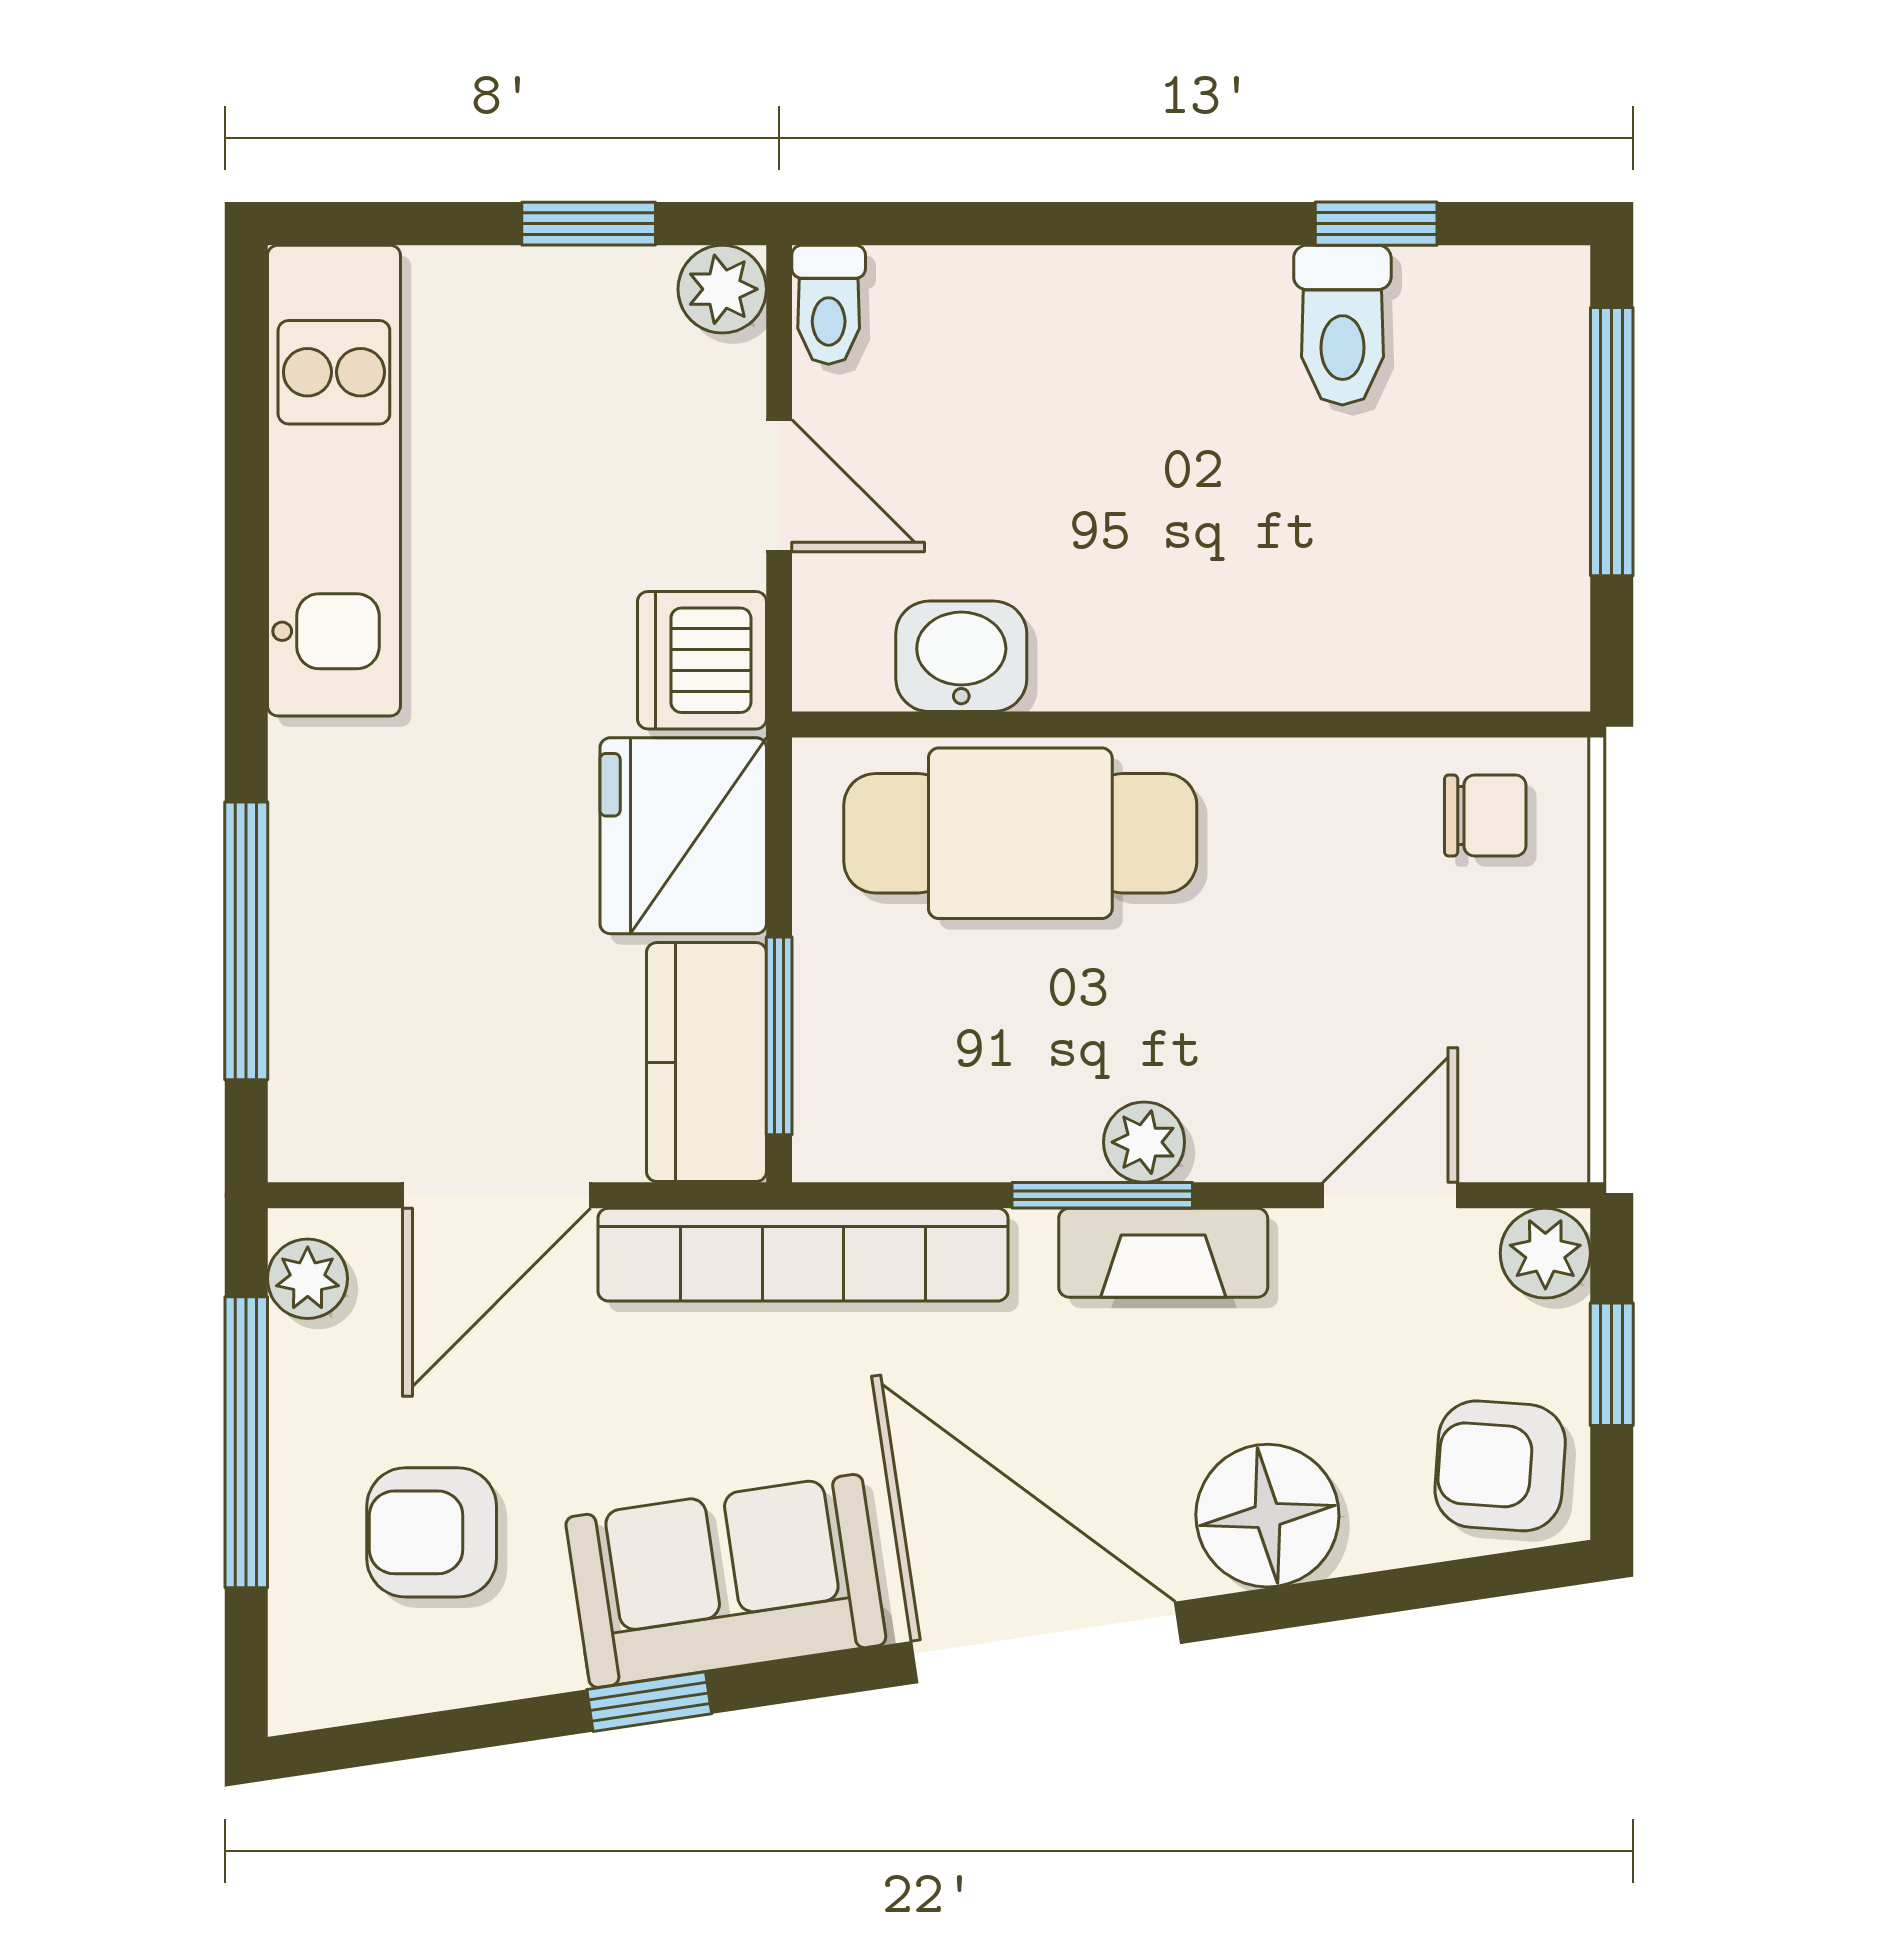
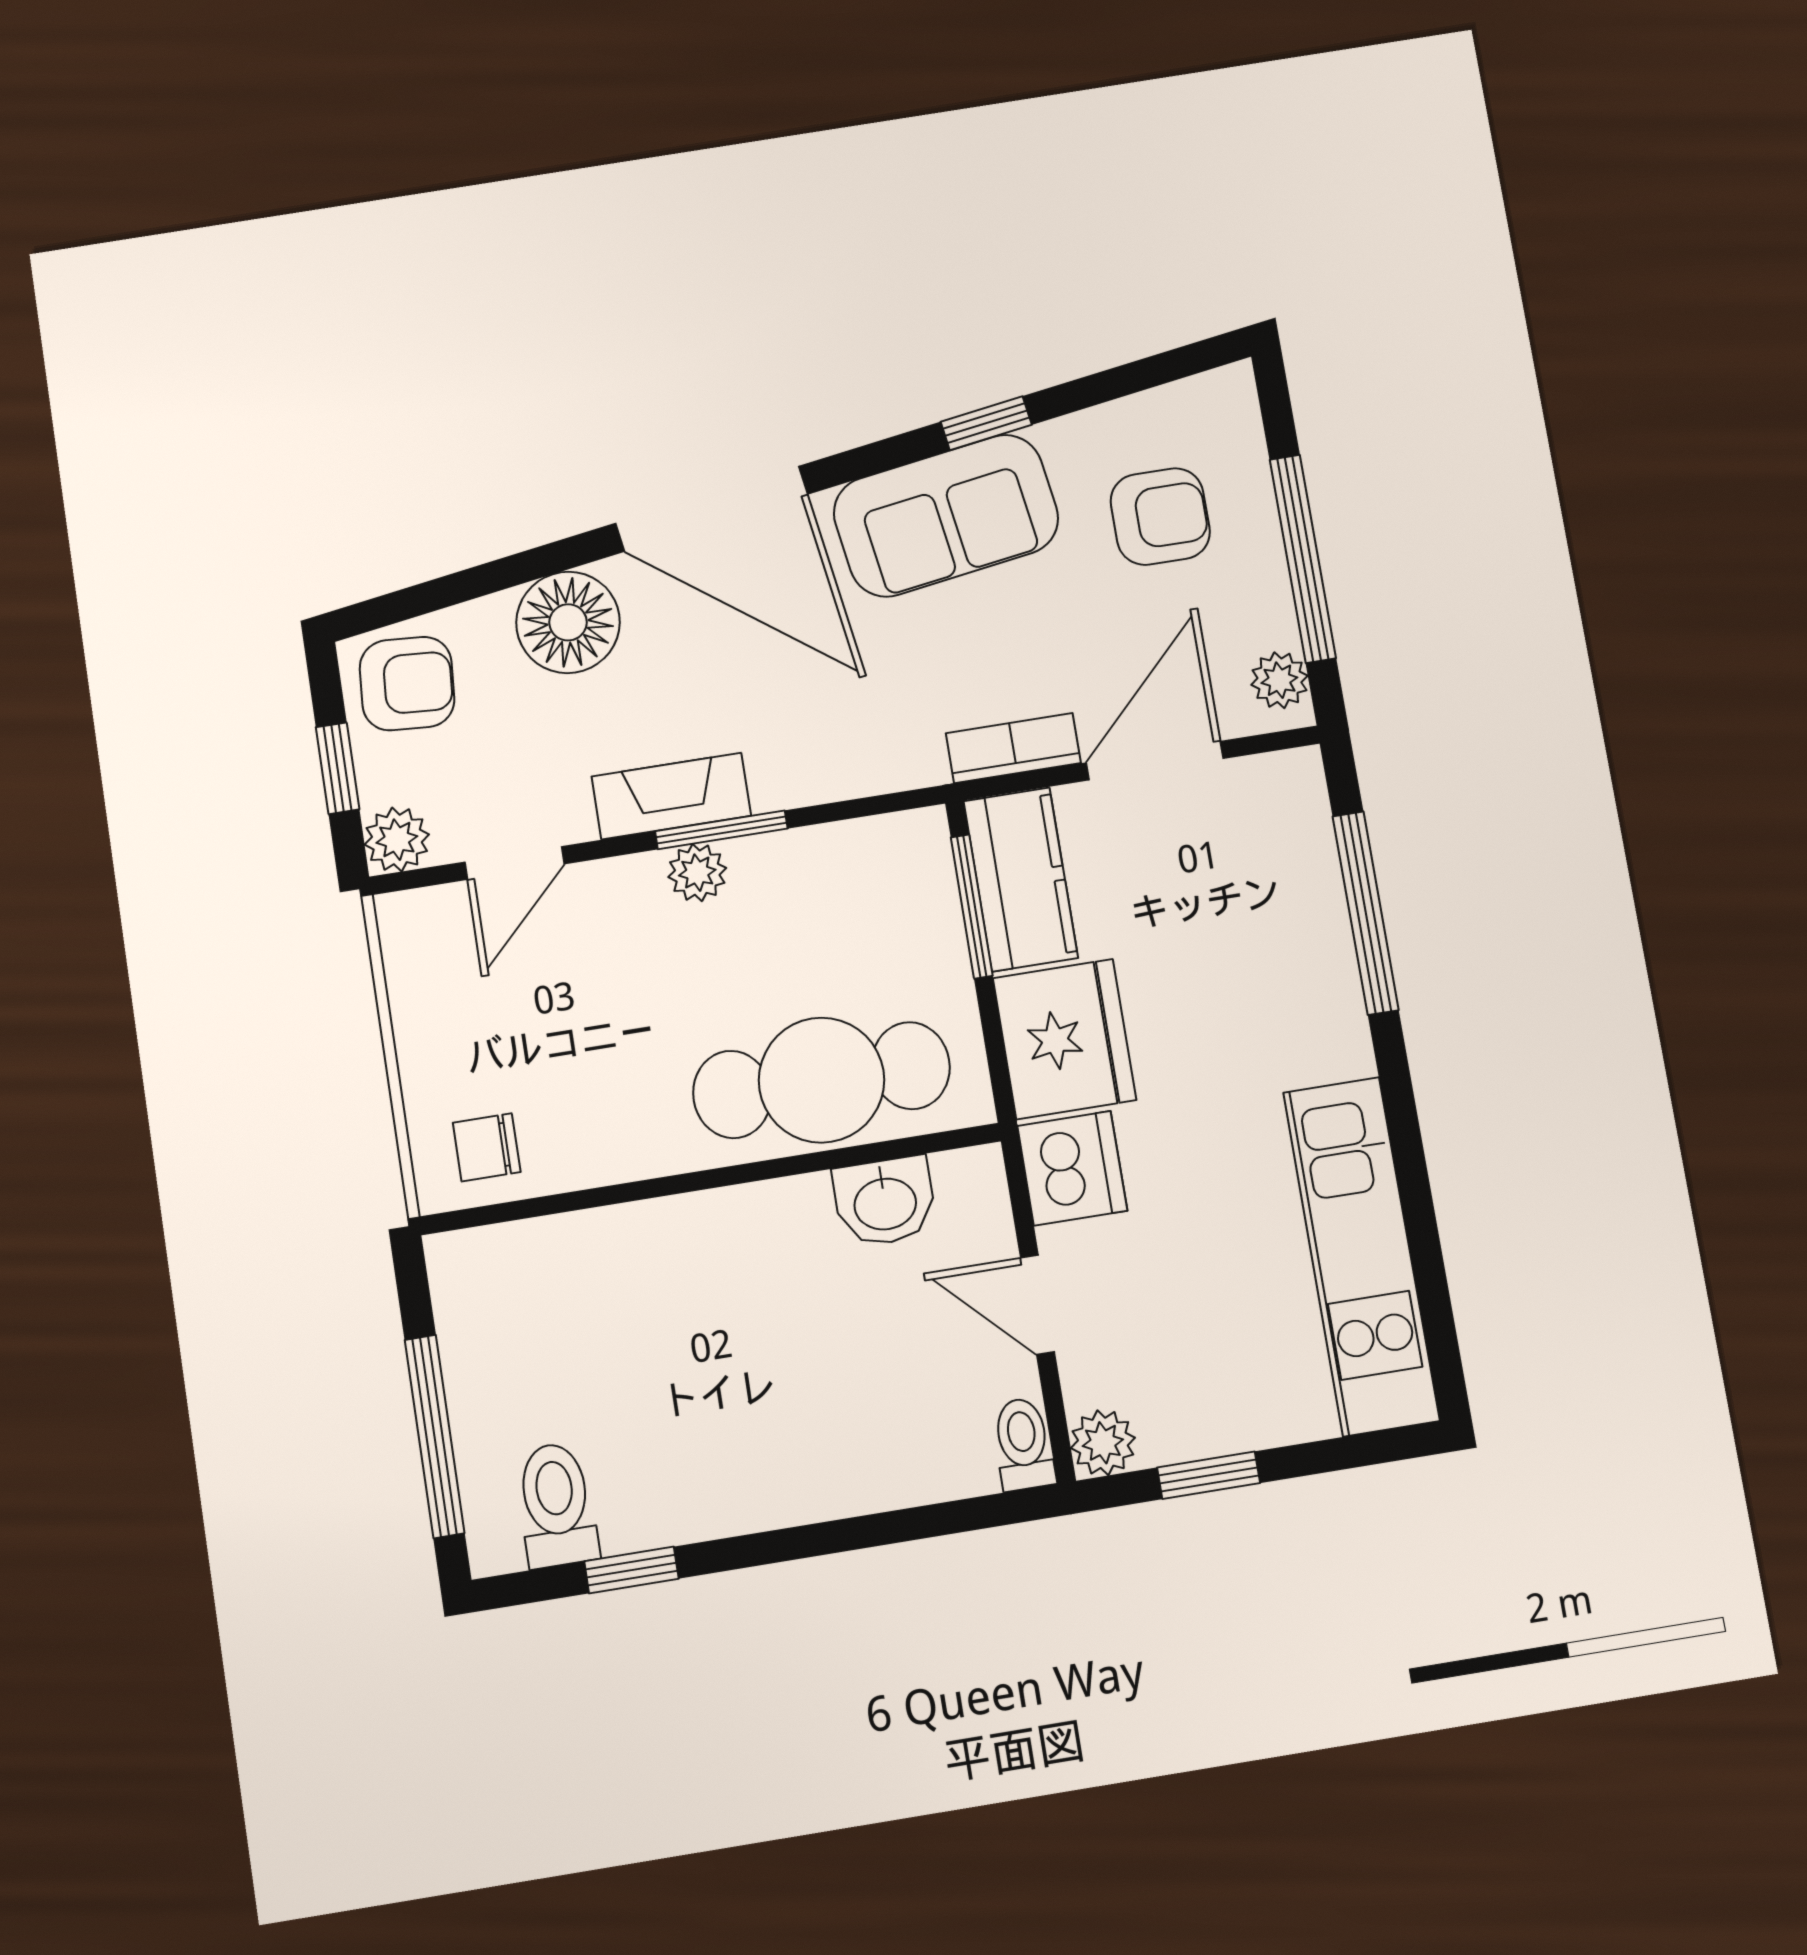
toilet: (1342, 325) -> (557, 1505), moved
bookcase: (803, 1255) -> (1013, 748), width x0.43, depth x0.76

